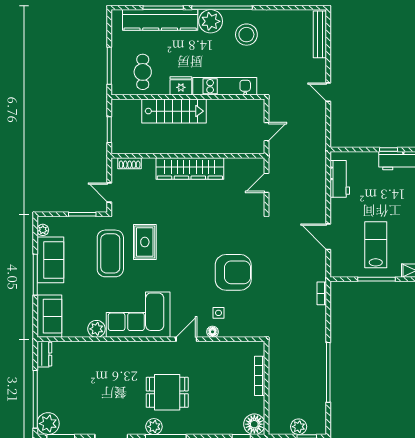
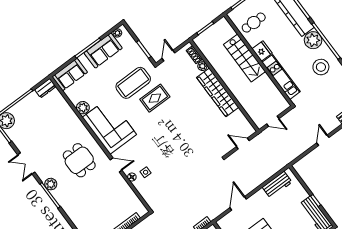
plant: (149, 164) -> (202, 66), added
armchair: (233, 272) -> (176, 163), removed
dining table: (167, 392) -> (79, 160), moved

